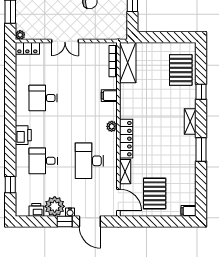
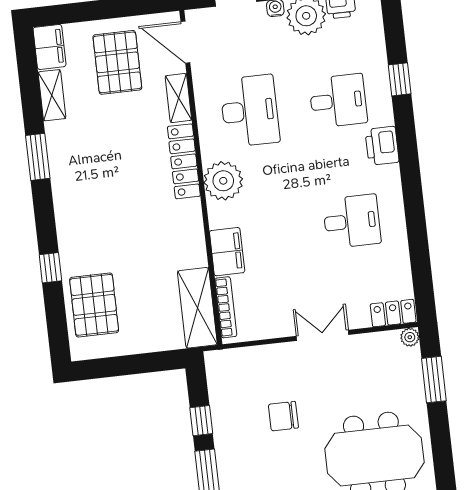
filing cabinet: (109, 96) -> (227, 252), width x2.00
shelving: (190, 121) -> (52, 95), moved
plant: (112, 126) -> (223, 181), width x1.87, depth x1.87
window: (10, 185) -> (400, 79), moved
filing cabinet: (189, 211) -> (49, 47), width x2.00

